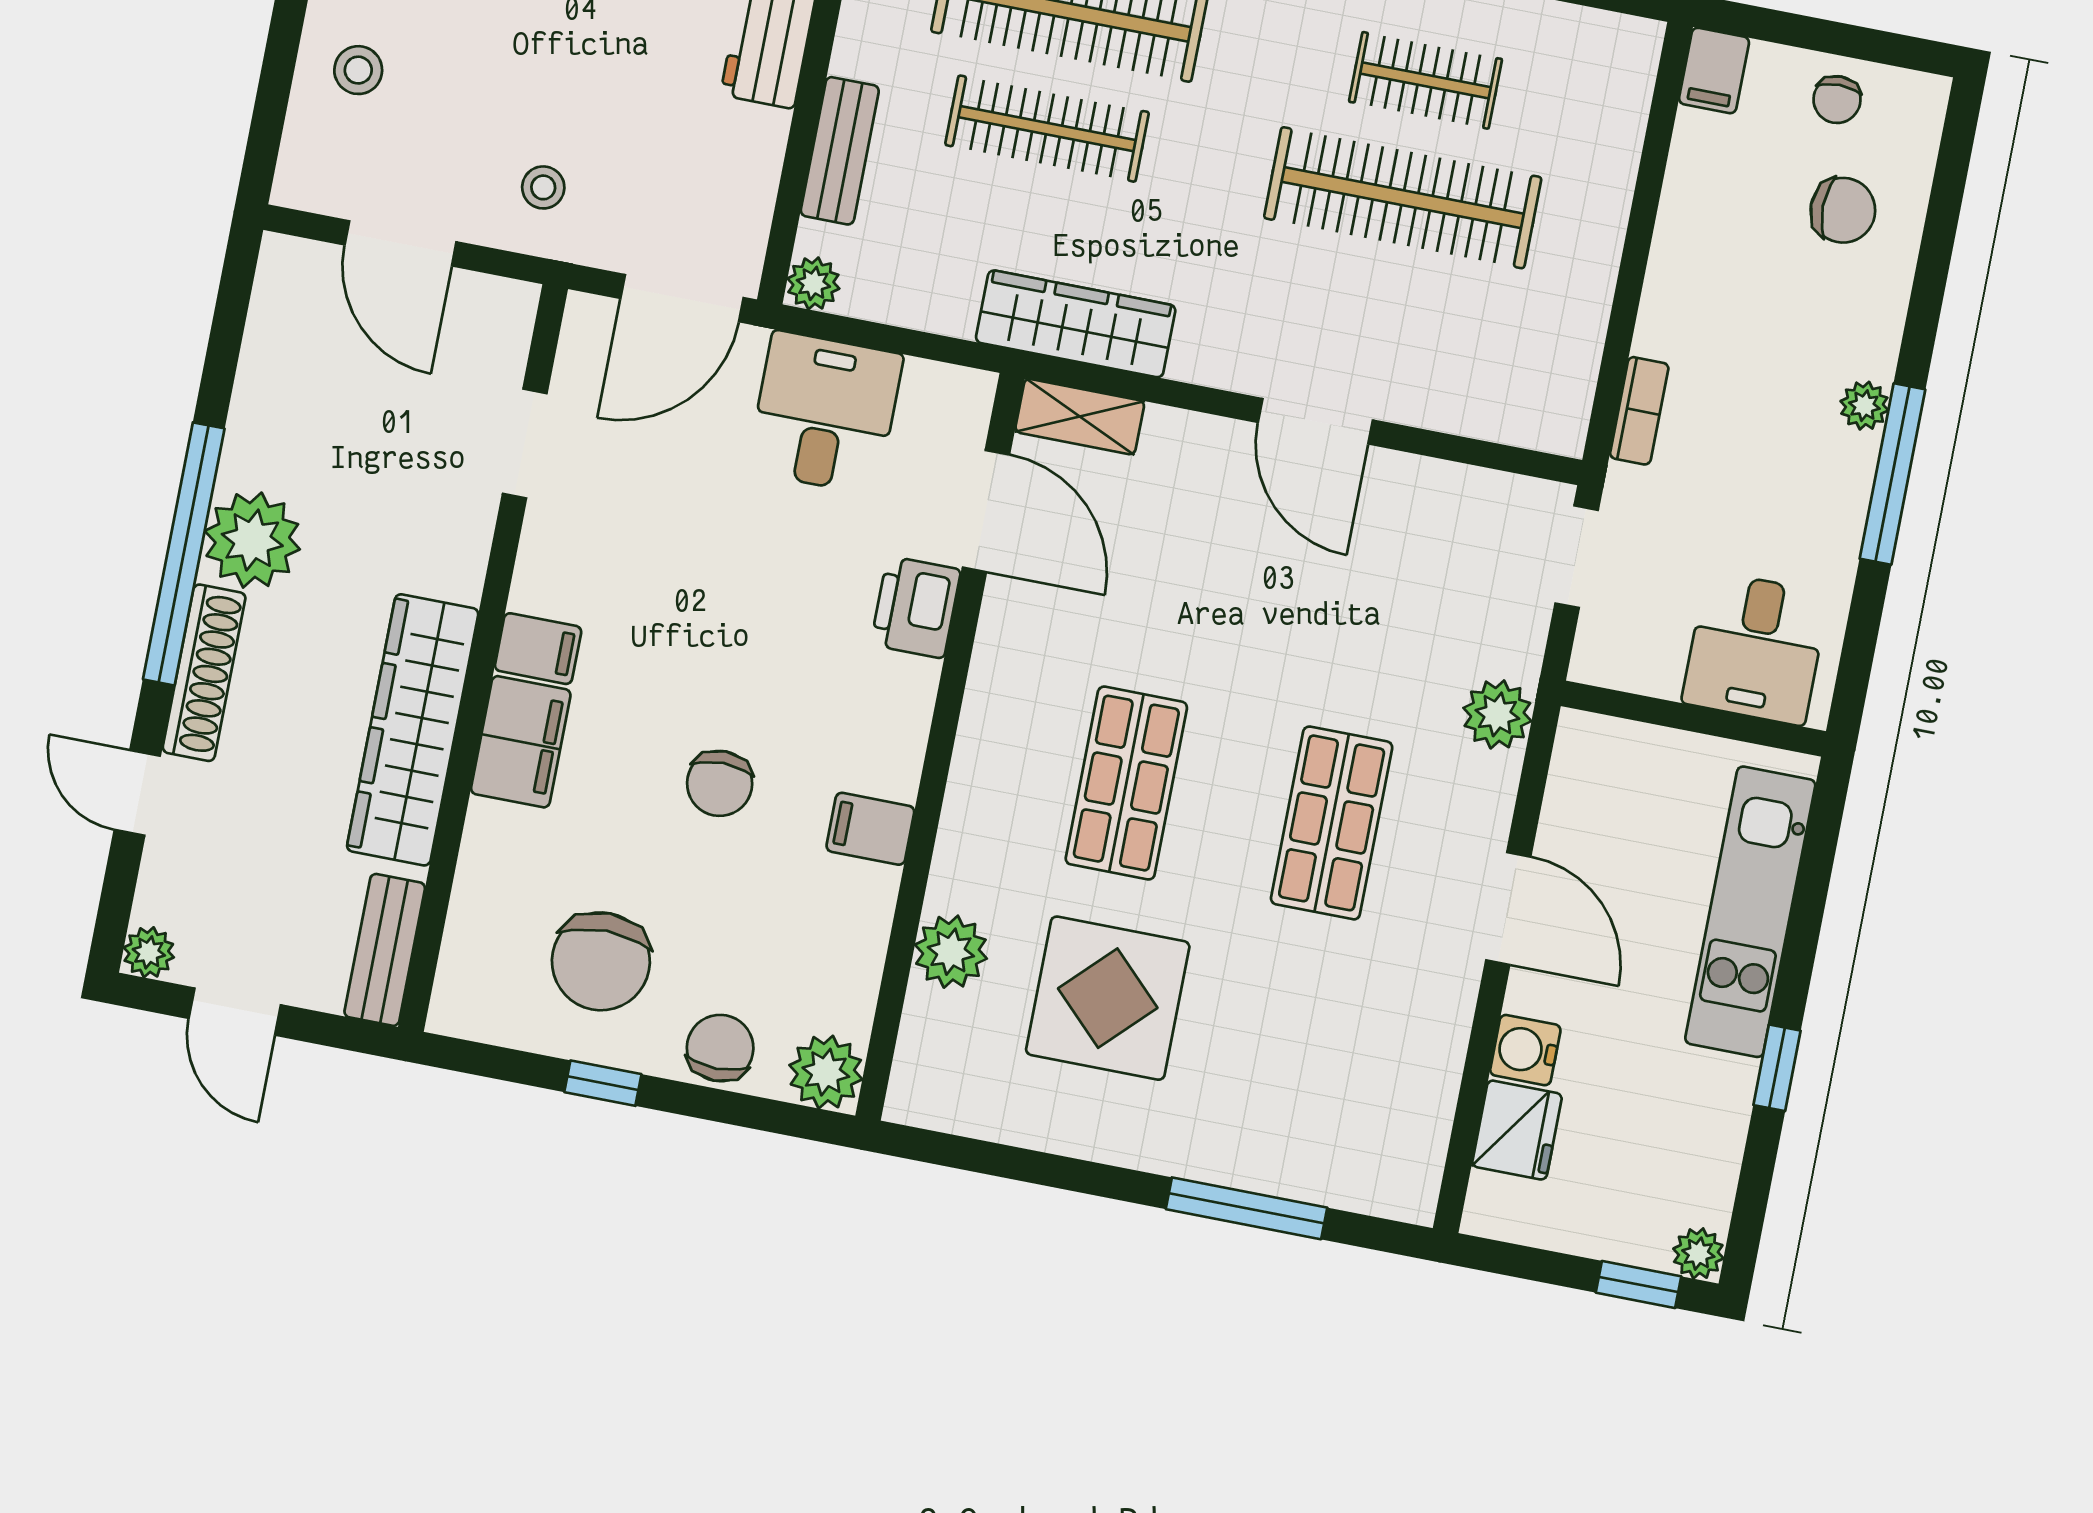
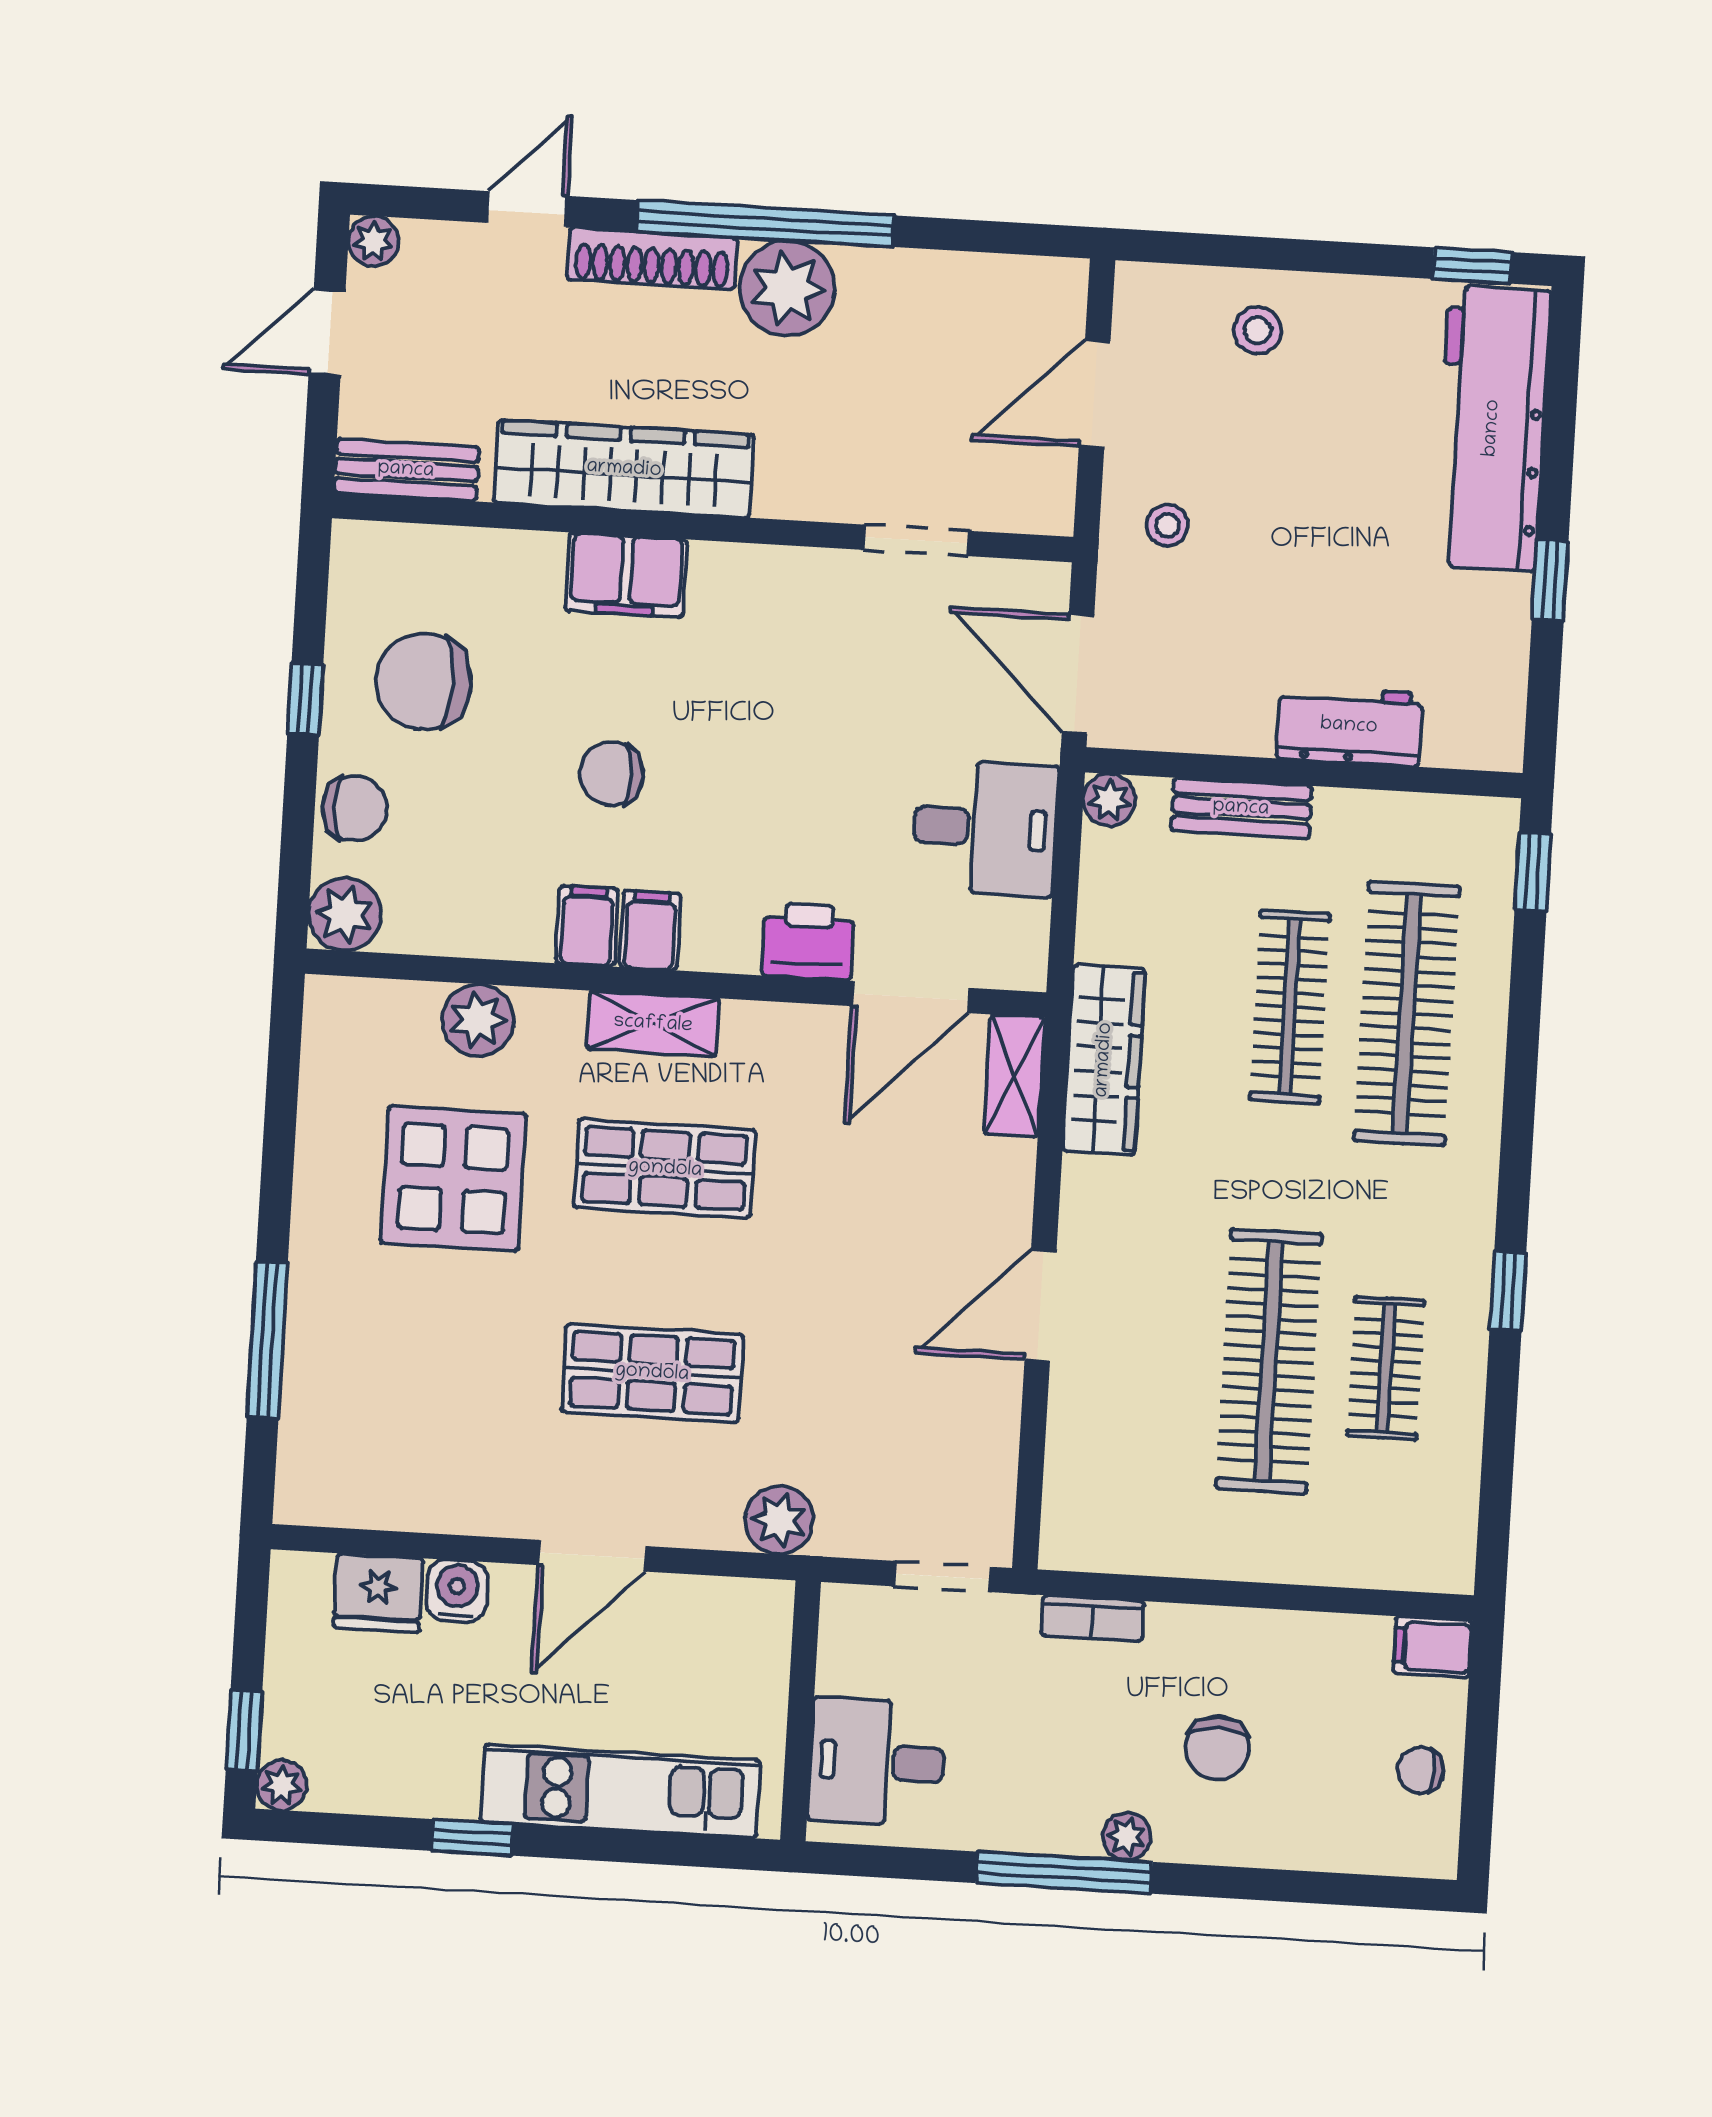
chair: (1843, 210) -> (1217, 1748), moved
filing cabinet: (538, 649) -> (650, 930), moved, turned 180
shelving: (978, 775) -> (653, 1024), added

